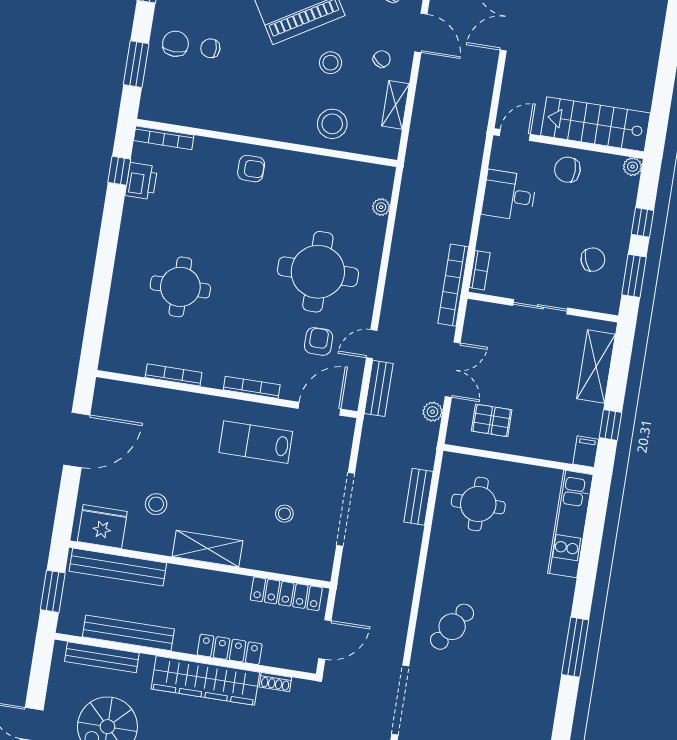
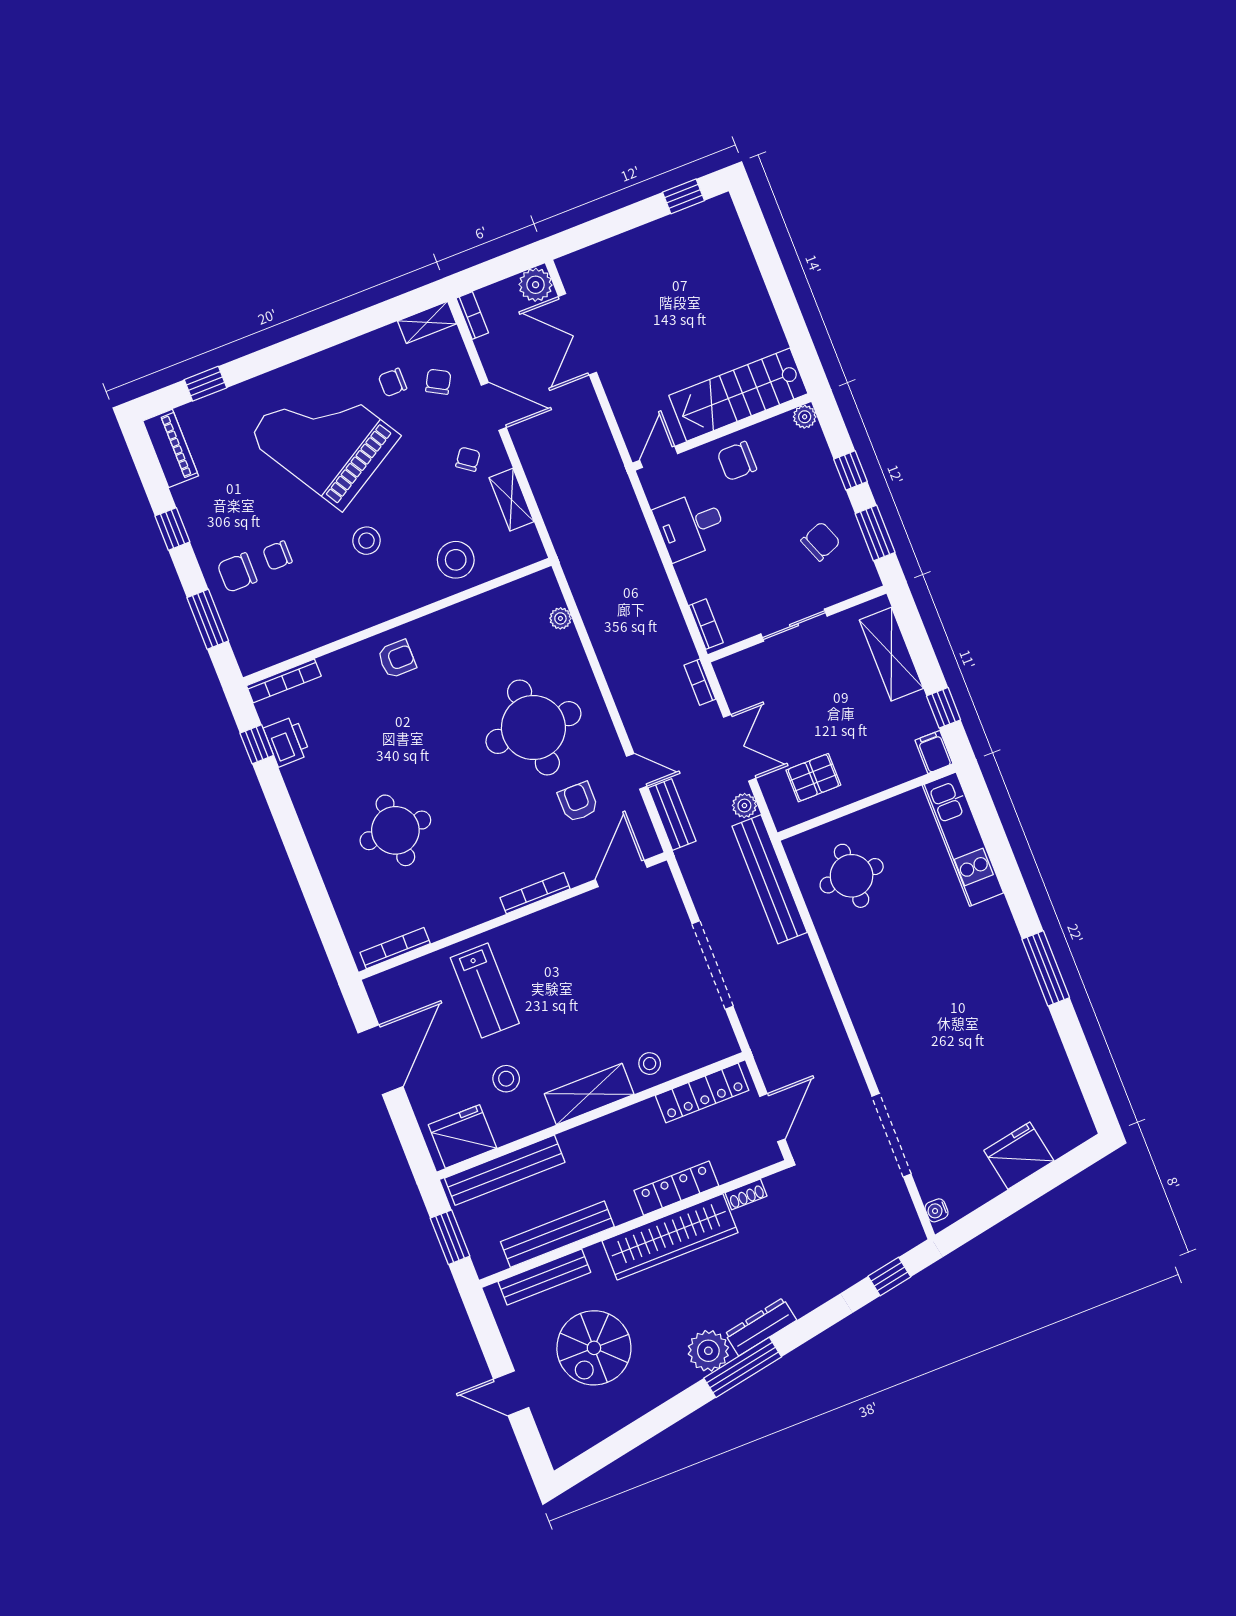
chair: (175, 44) -> (237, 573), turned -90
stool: (331, 63) -> (366, 541), moved
bookcase: (453, 285) -> (700, 682), width x0.43, depth x0.76
door: (372, 344) -> (637, 771), swing flipped
bookcase: (174, 375) -> (395, 948), moved
lab bench: (256, 442) -> (485, 990), moved, turned -90
bench: (418, 497) -> (770, 879), width x1.86, depth x1.21
stool: (284, 514) -> (650, 1064), moved
cafe table: (452, 627) -> (901, 1024), removed

